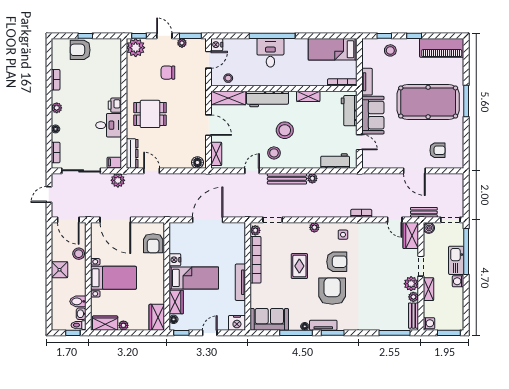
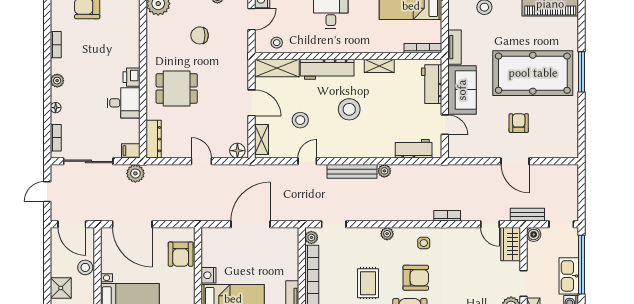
armchair: (437, 150) -> (519, 123), moved, turned -90
stool: (274, 153) -> (300, 120), moved
door: (152, 171) -> (201, 161), moved

